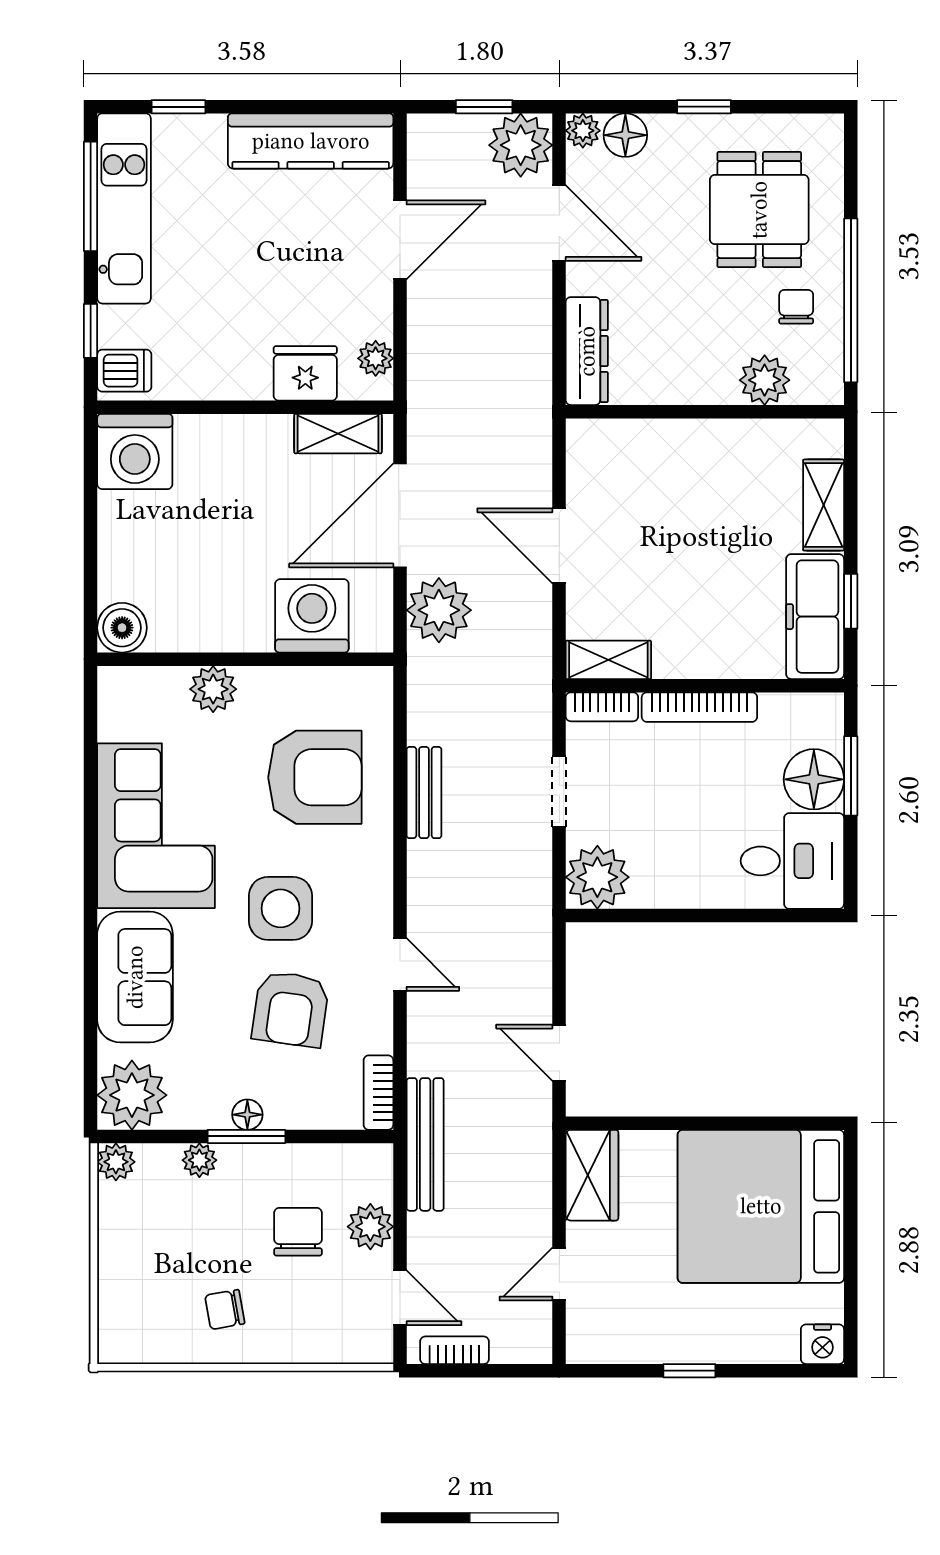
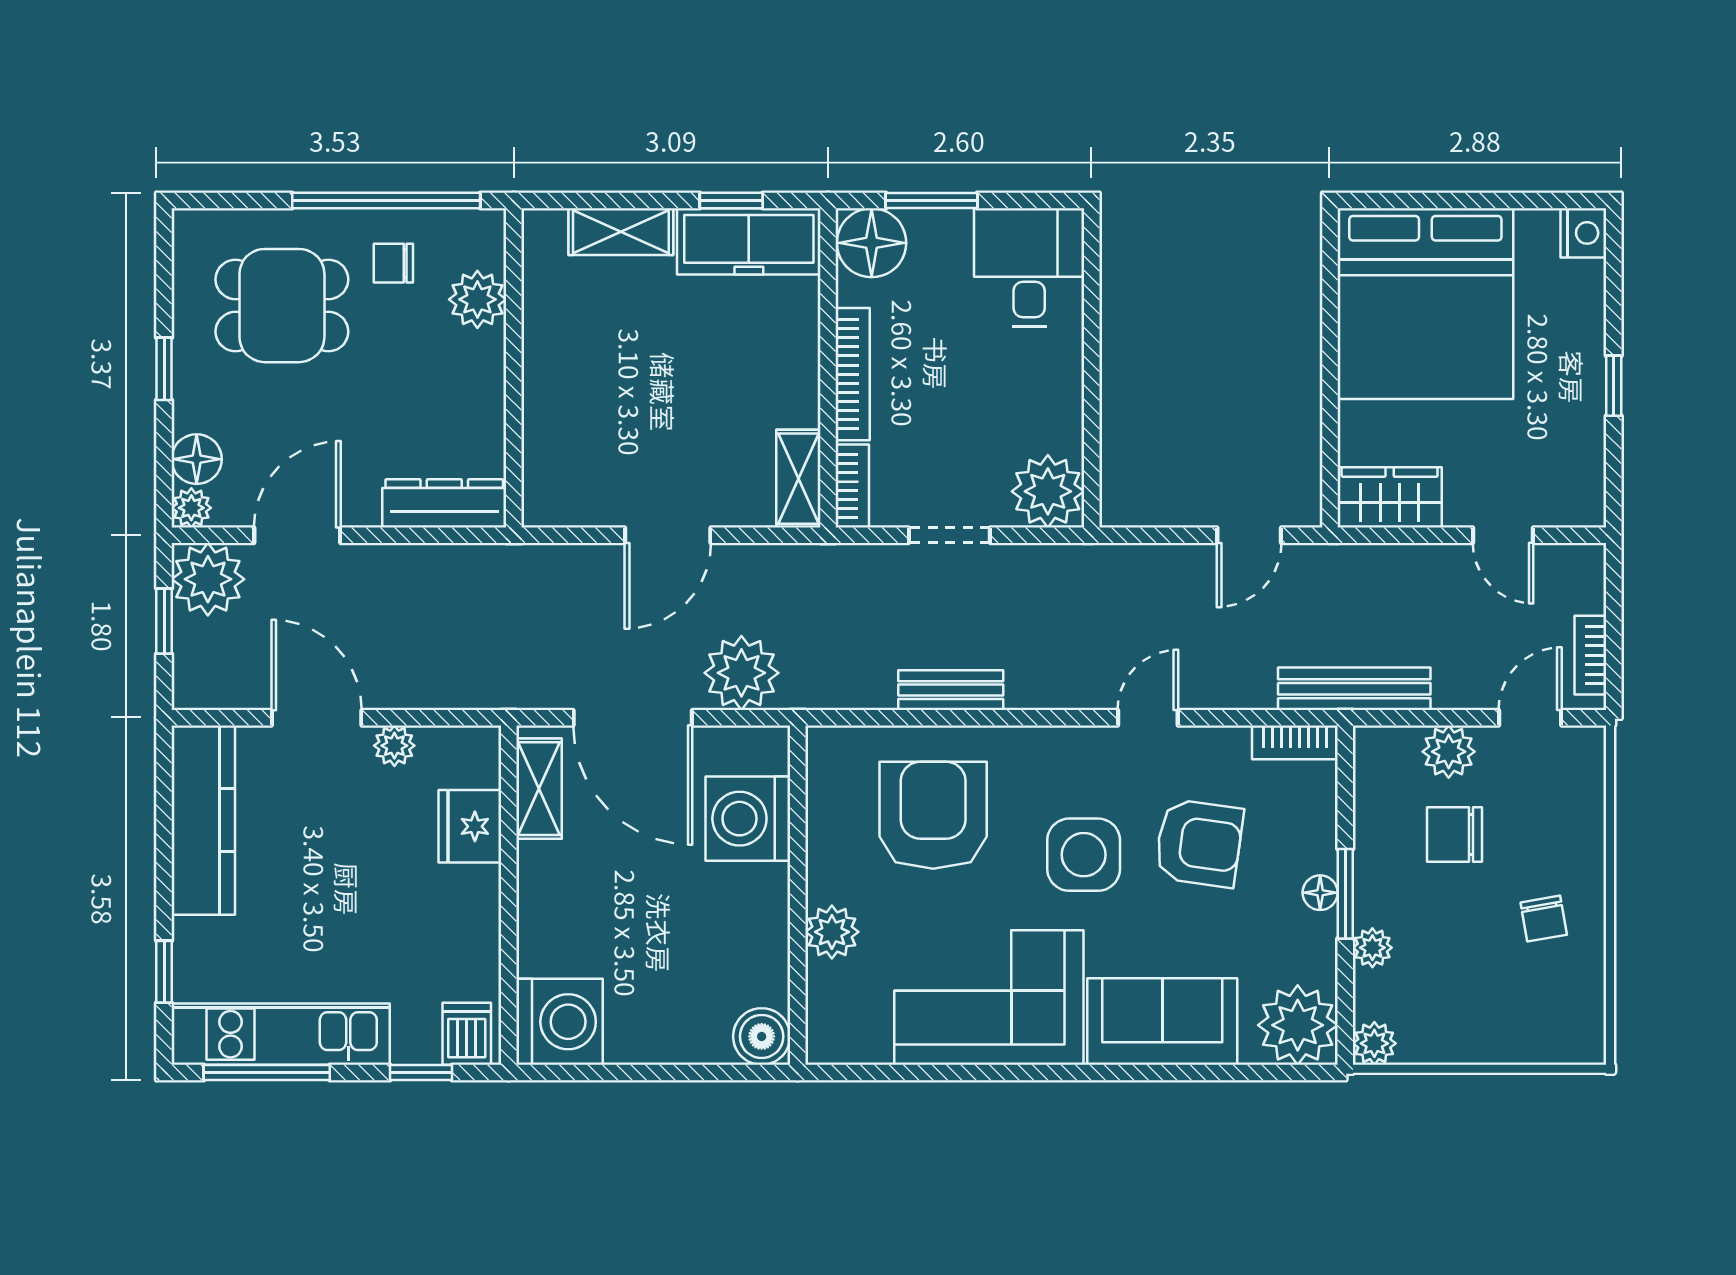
plant: (376, 358) -> (394, 746), moved
floor lamp: (814, 779) -> (872, 243), moved

